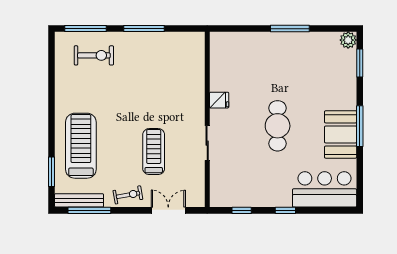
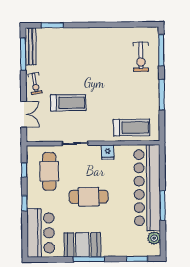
plant: (348, 40) -> (154, 238), moved
bar counter: (266, 49) -> (147, 188), added
treadmill: (81, 146) -> (132, 127), moved, width x0.73, depth x0.73
cafe table: (244, 177) -> (49, 171), added

